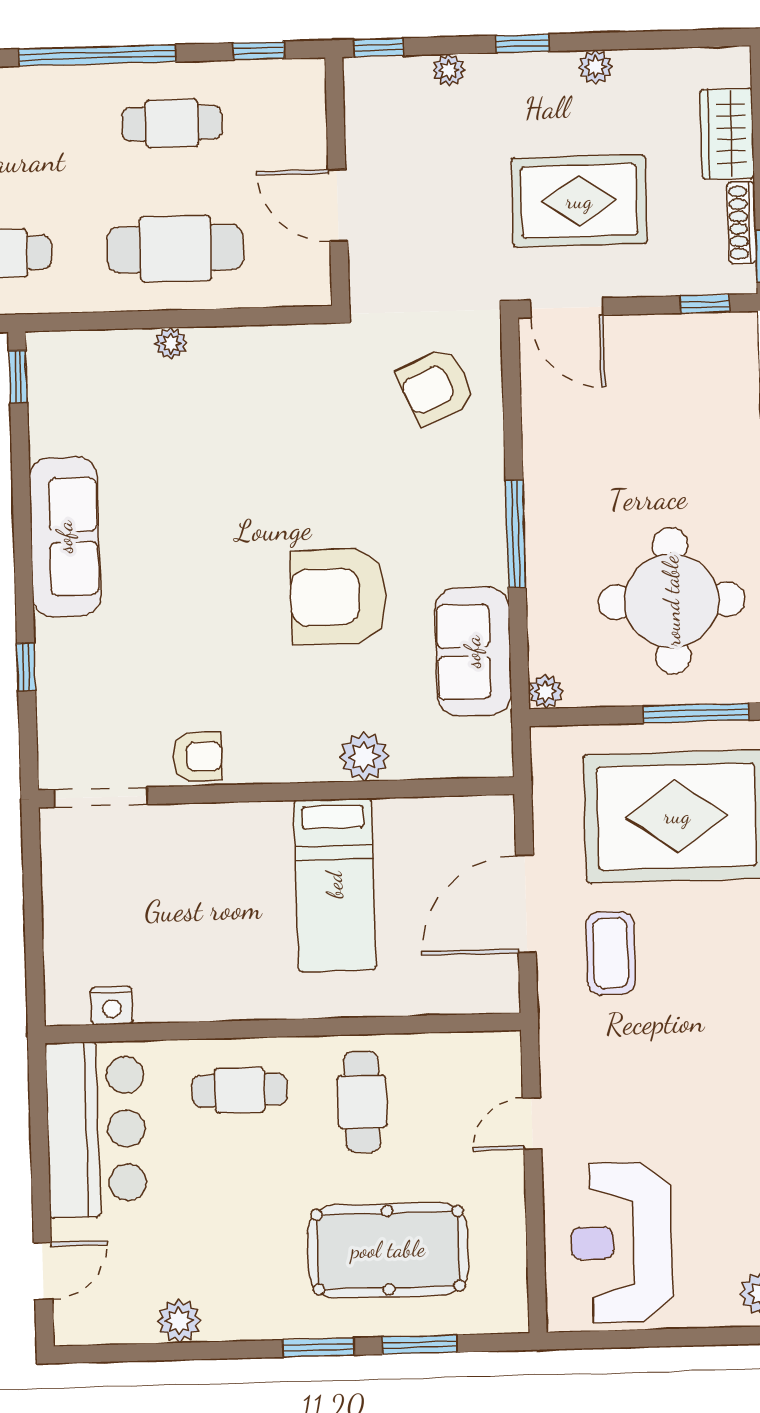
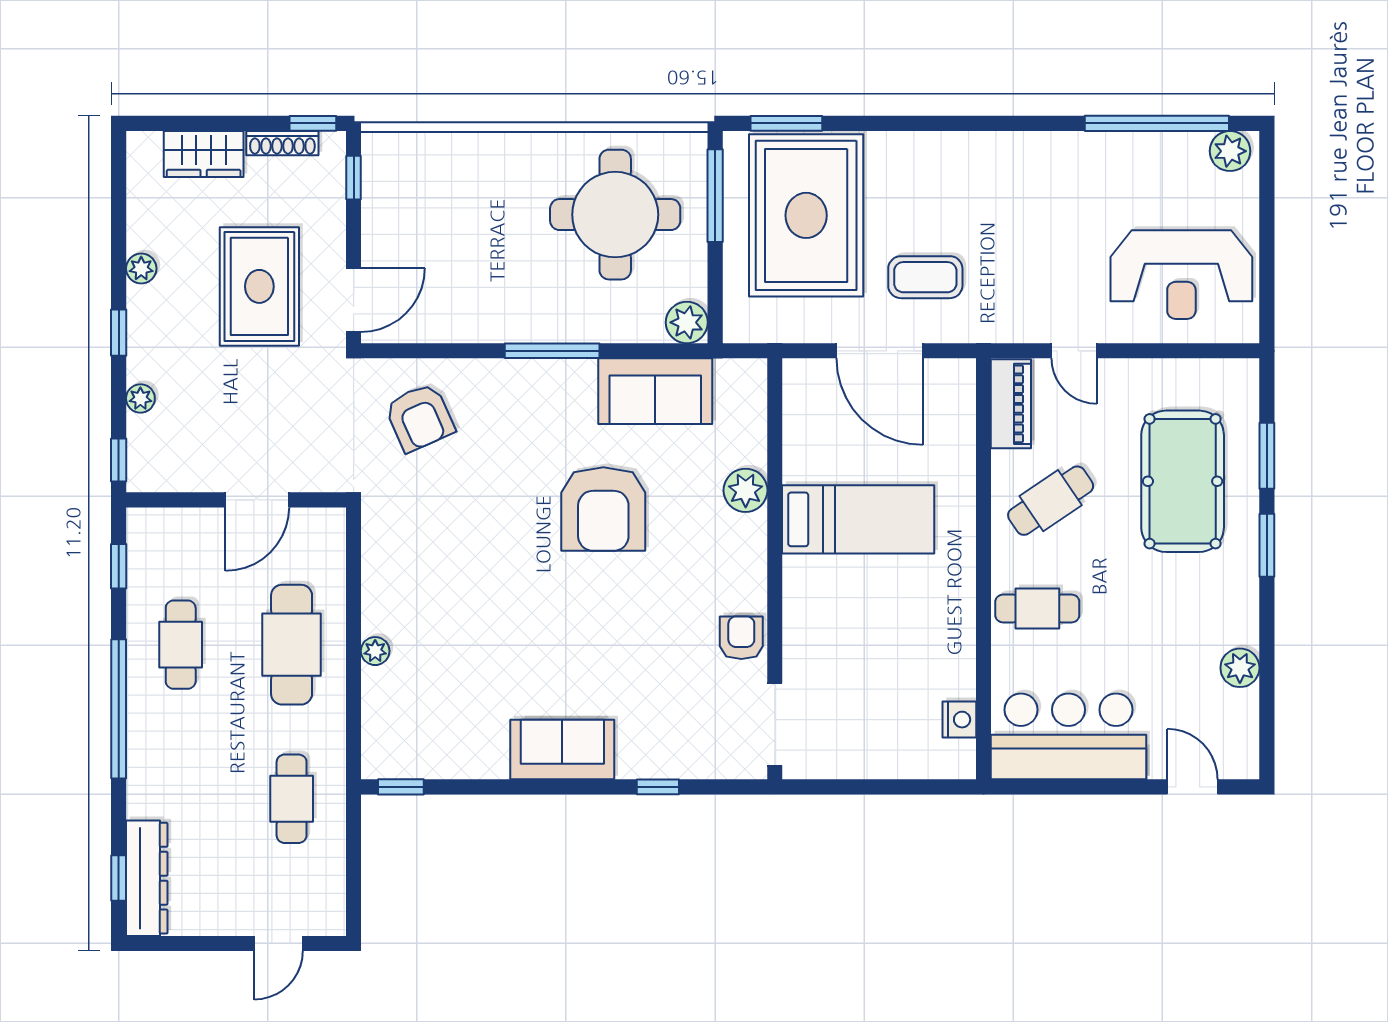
sofa: (65, 537) -> (562, 750), width x0.73
plant: (546, 692) -> (687, 322), width x1.38, depth x1.38
piano: (470, 1054) -> (1011, 404), added
cafe table: (240, 1090) -> (1037, 608), turned 90
cafe table: (362, 1102) -> (1051, 501), turned -34

